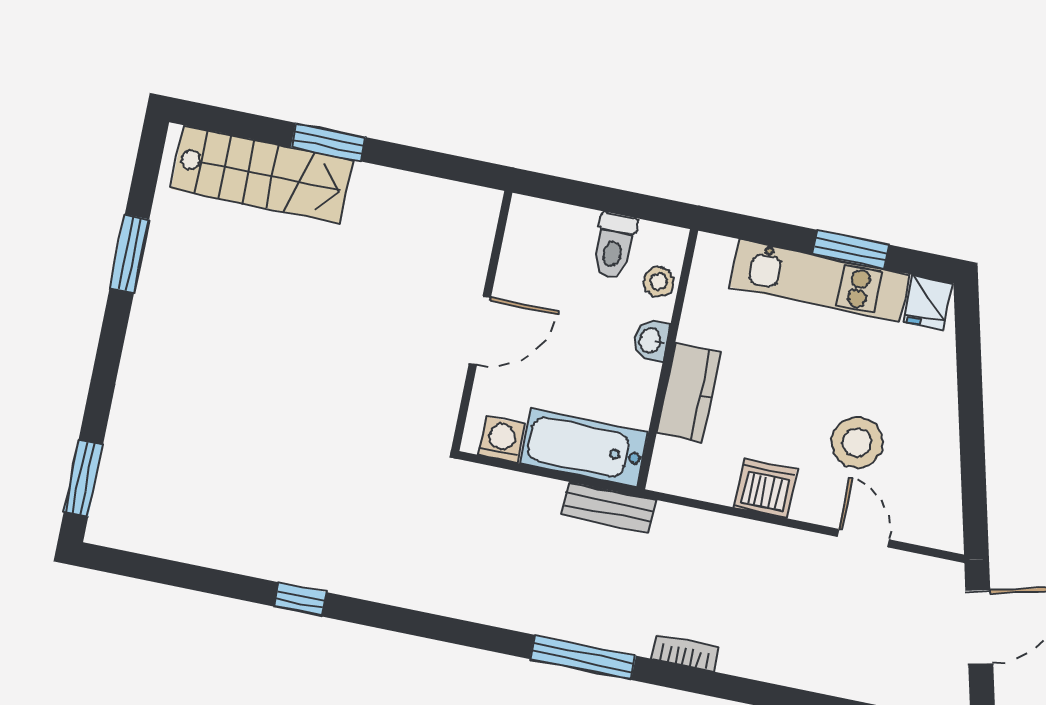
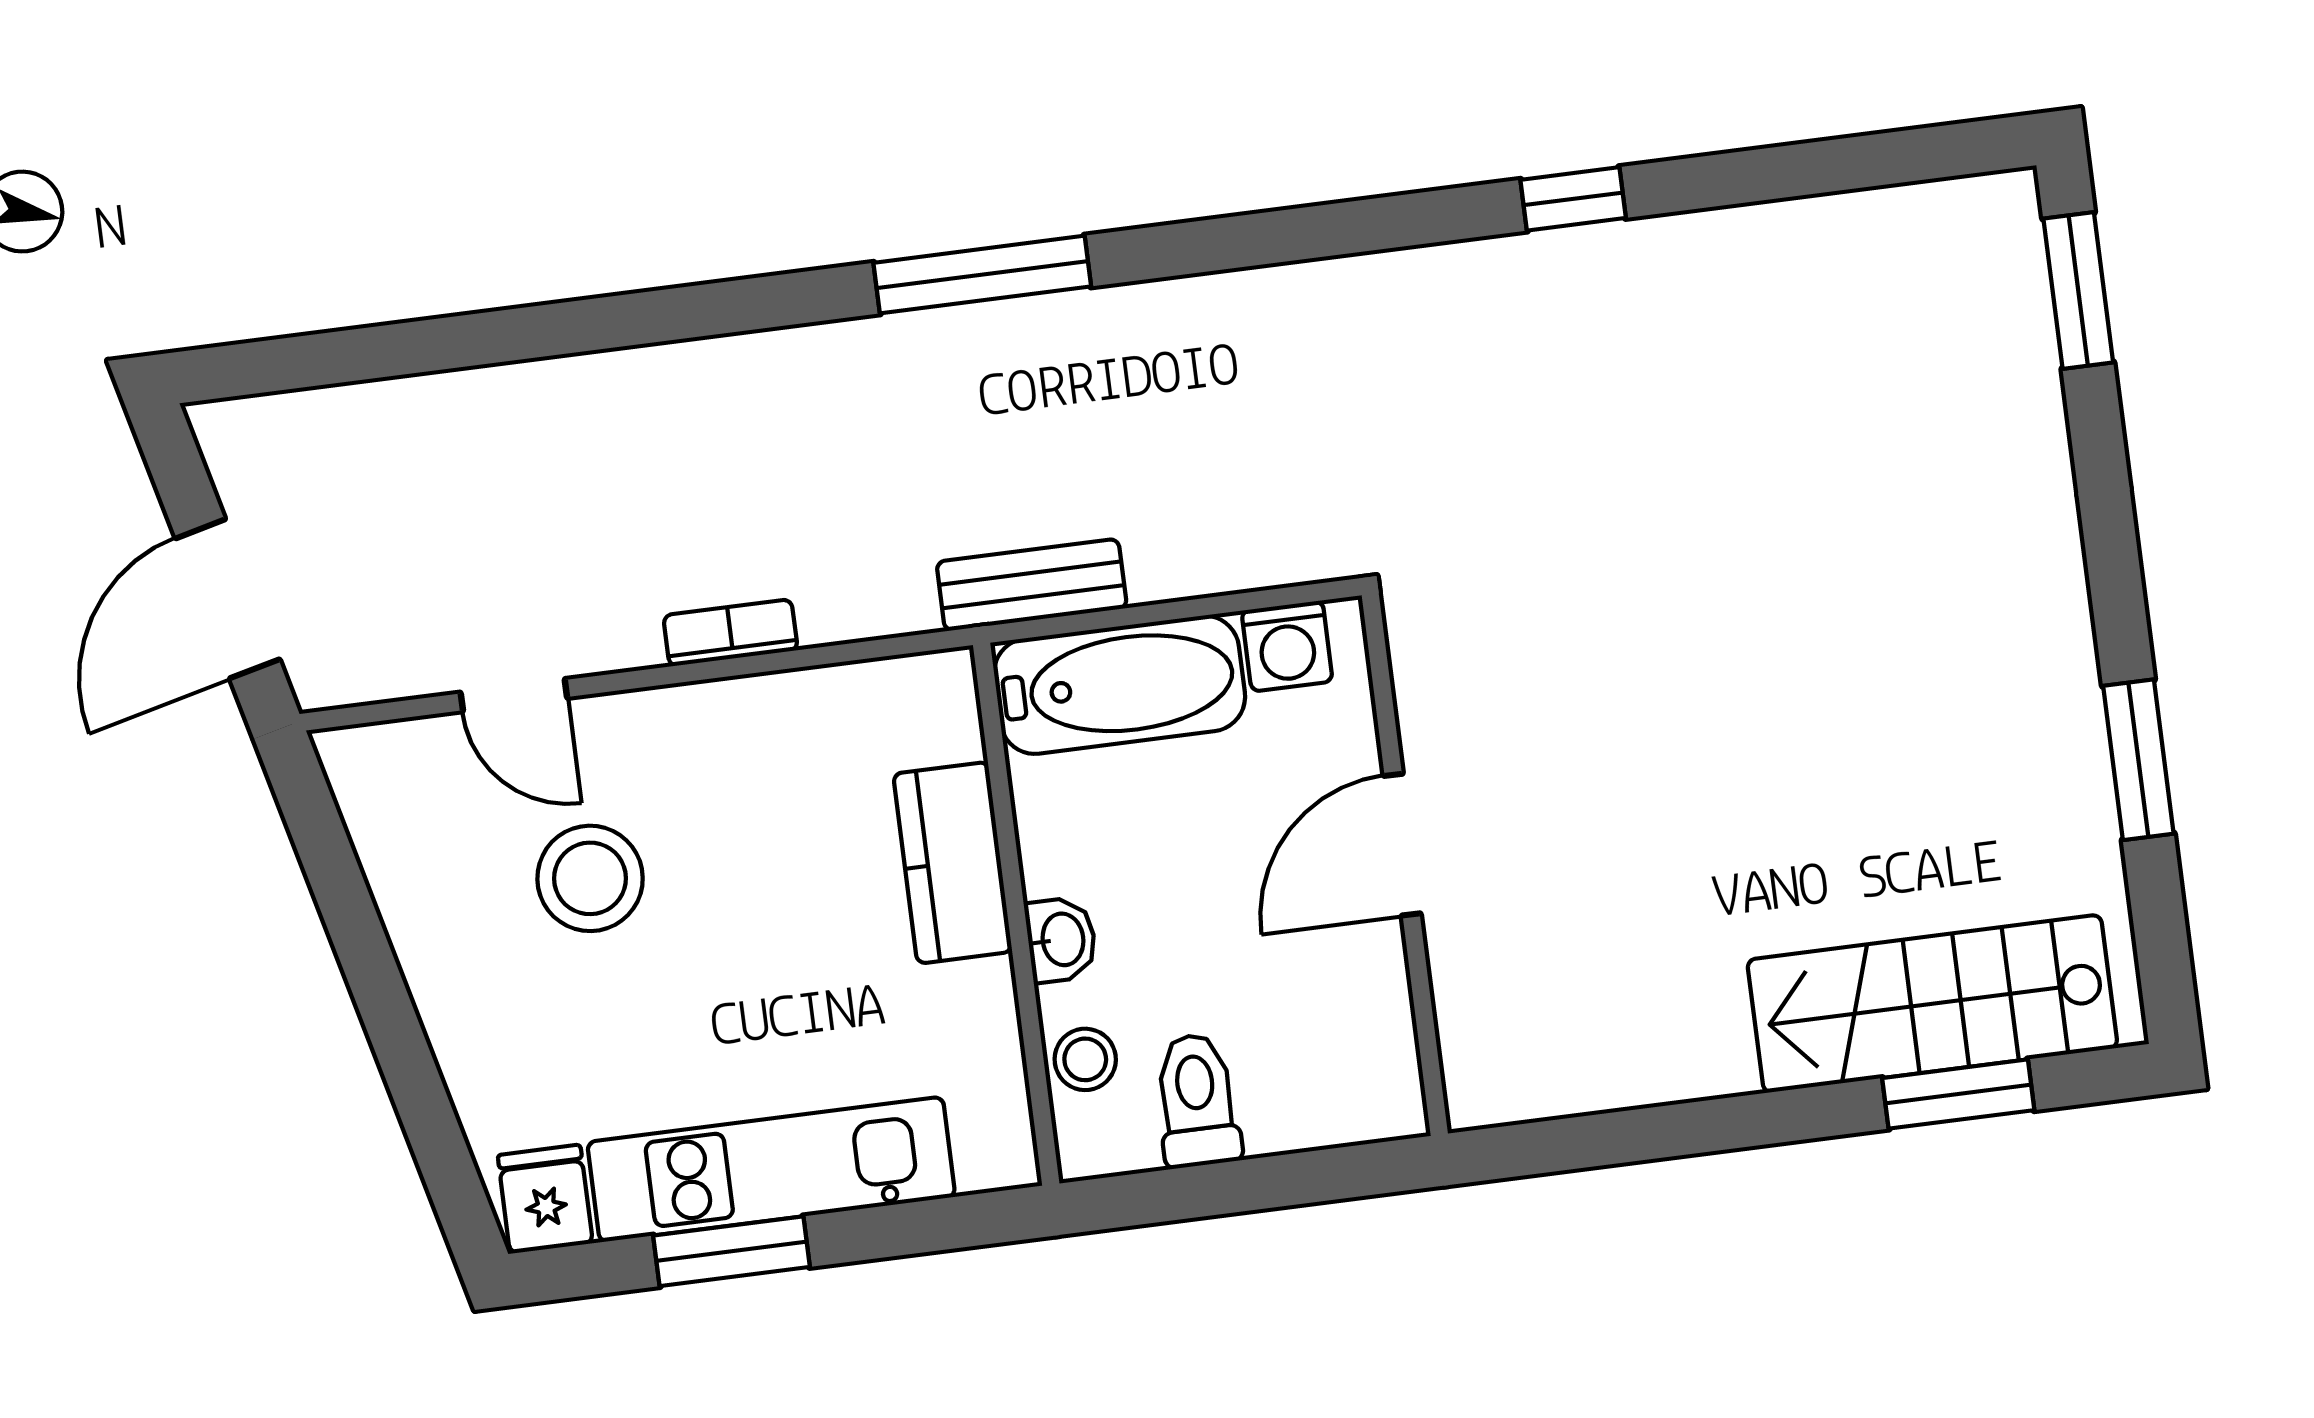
window: (328, 142) -> (1958, 1094), moved
dishwasher: (766, 488) -> (738, 727), removed
bookcase: (685, 653) -> (730, 633), moved, turned 180

